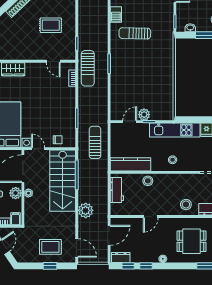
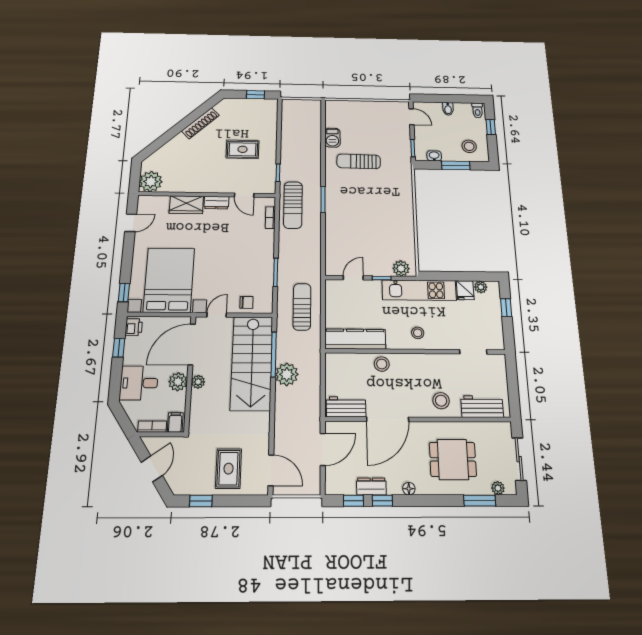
dresser: (34, 67) -> (216, 203), added
plant: (144, 115) -> (401, 268), moved
door: (38, 149) -> (217, 315), hinge flipped
workbench: (117, 190) -> (346, 407), moved, turned -90
plant: (86, 210) -> (287, 374), moved
door: (151, 217) -> (388, 419), width x1.87
rug: (50, 247) -> (229, 469), turned 90
dresser: (121, 258) -> (371, 486), moved
window: (50, 266) -> (201, 501), moved

